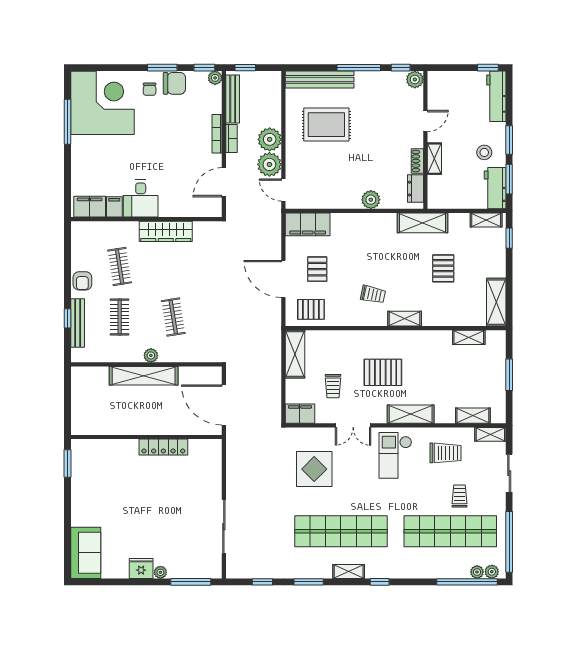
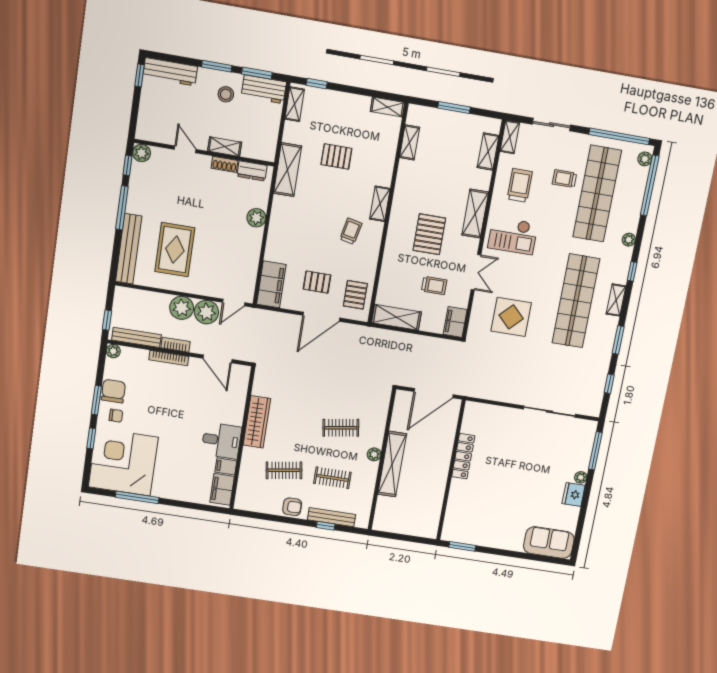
window: (204, 68) -> (91, 438), moved
shelving: (496, 302) -> (388, 107), width x0.67, depth x0.75
plant: (477, 572) -> (629, 240), moved

